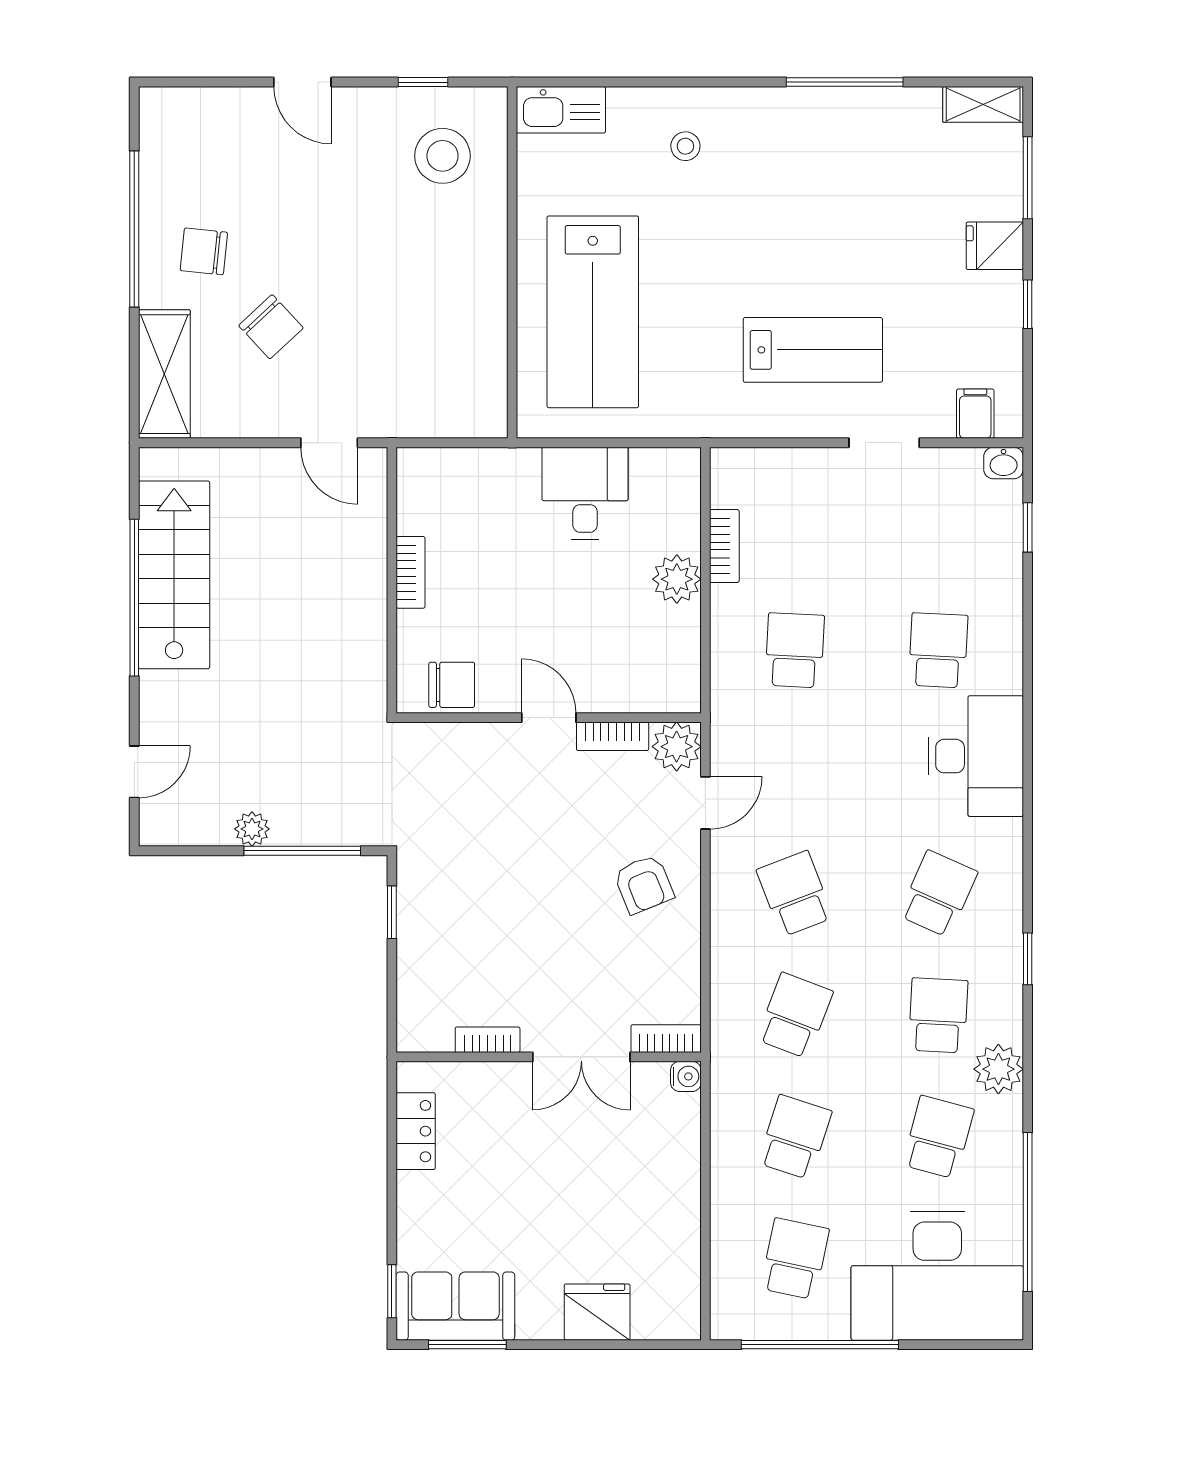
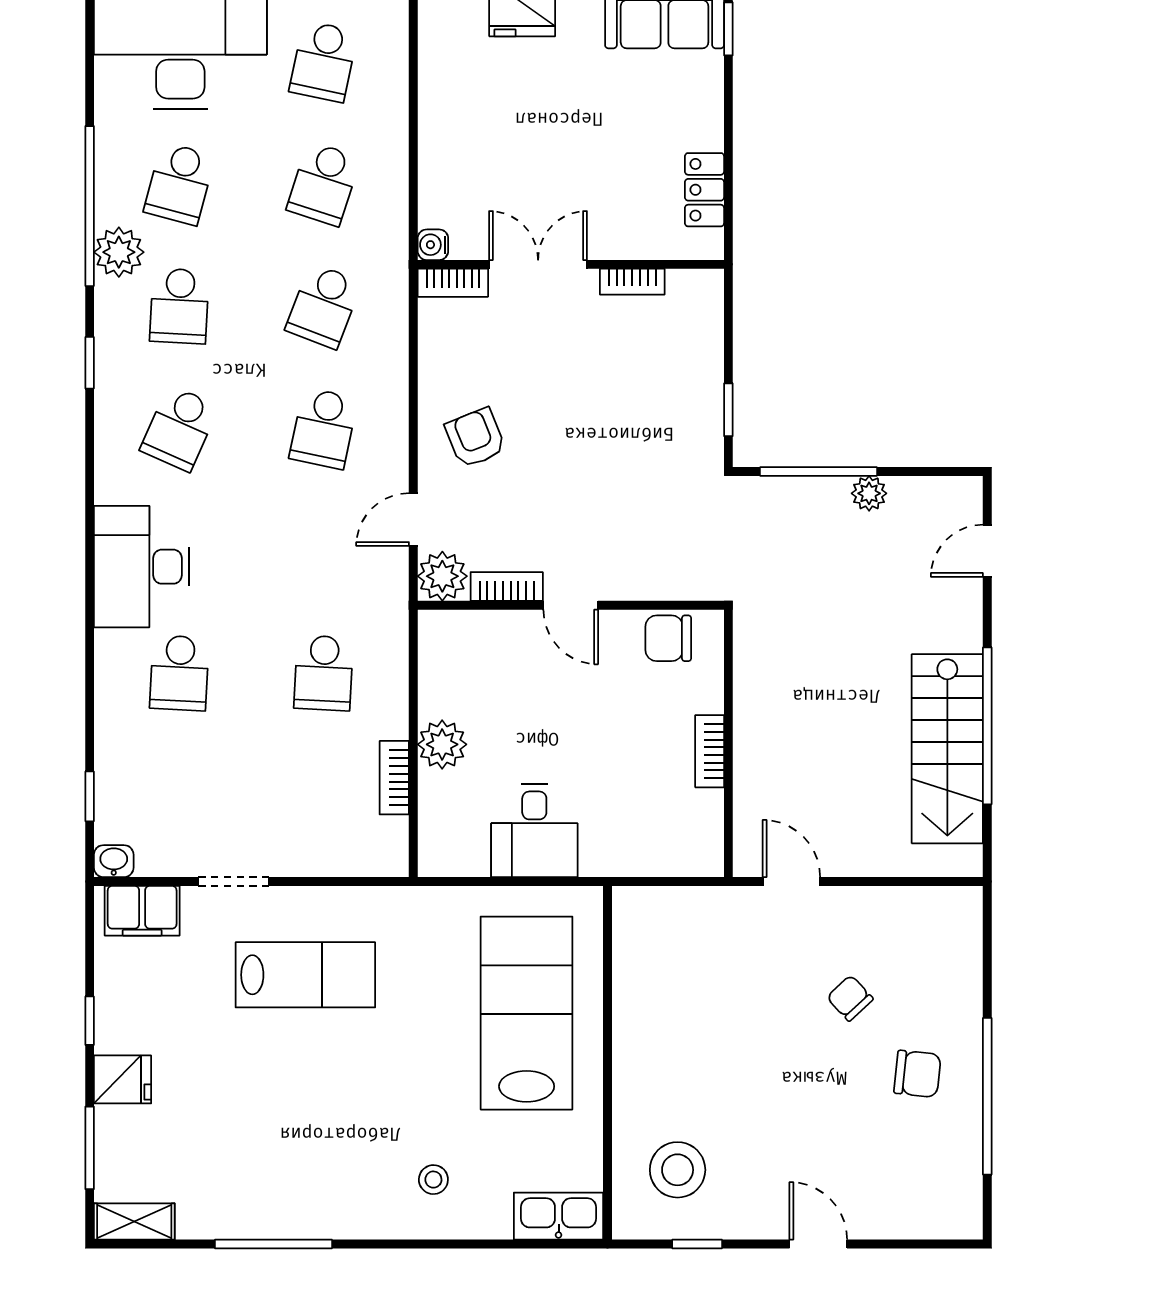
chair: (271, 327) -> (850, 998), width x0.73, depth x0.73
lab bench: (813, 350) -> (305, 975), turned 180
shelving: (164, 374) -> (957, 951), removed
filing cabinet: (975, 414) -> (142, 911), width x2.00
school desk: (795, 894) -> (324, 428), turned 33
window: (1028, 1212) -> (90, 206), moved

